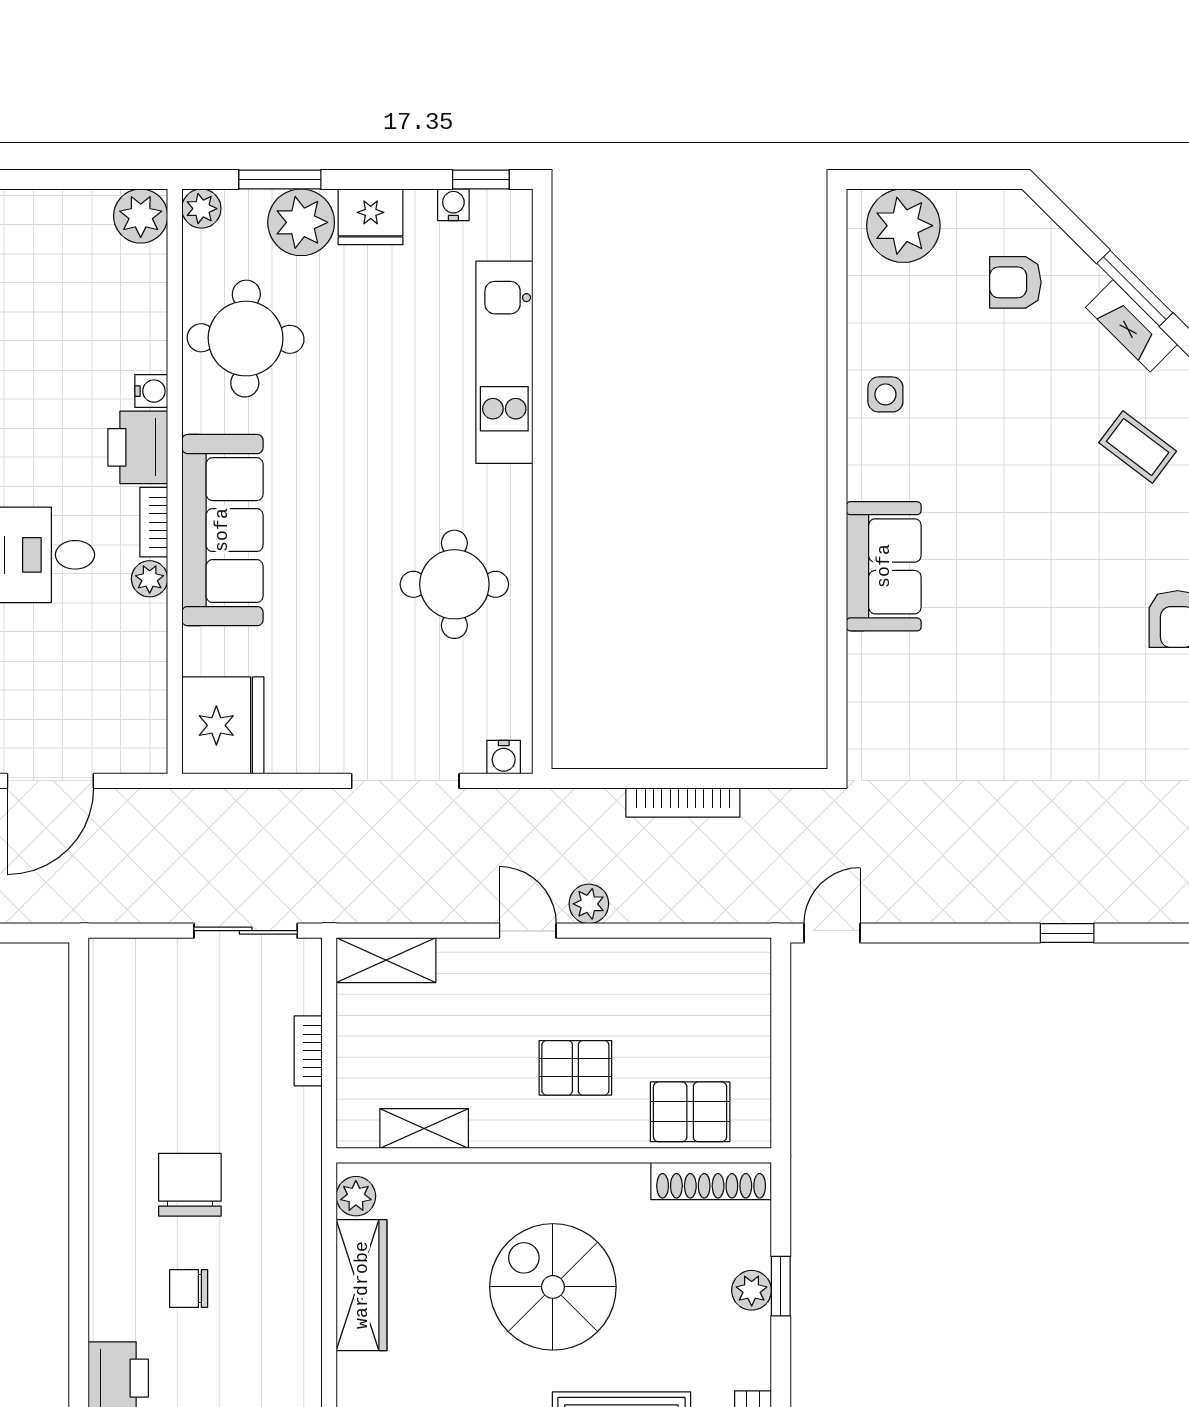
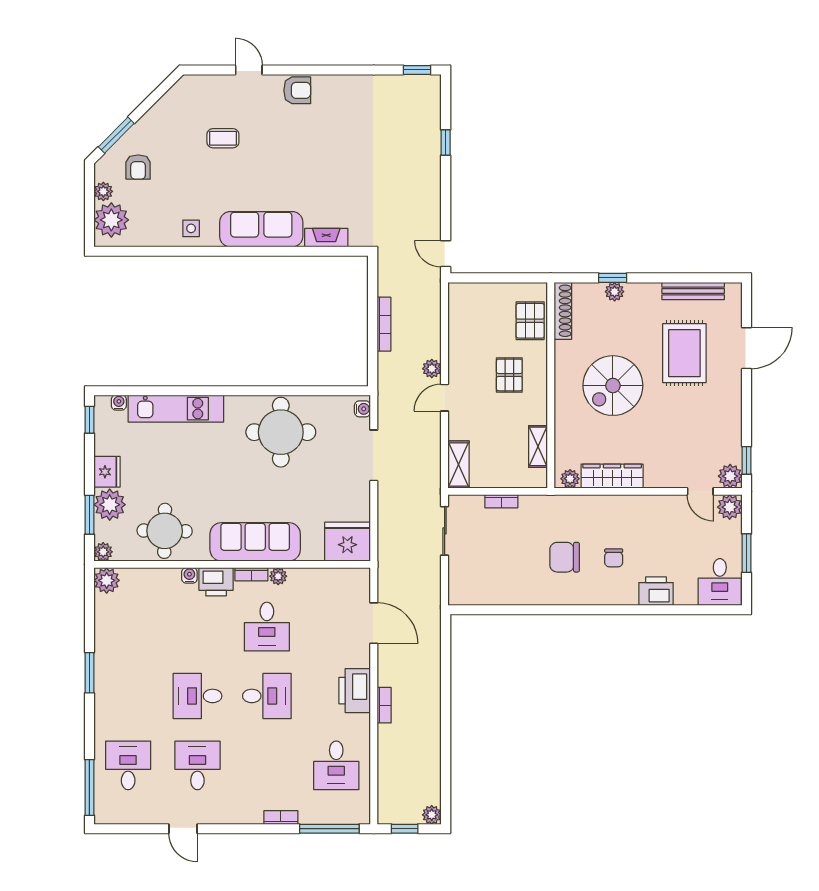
water cooler: (453, 205) -> (119, 403), moved, turned 90
plant: (964, 209) -> (103, 191), added
window: (1135, 288) -> (116, 135), moved
fireplace: (1132, 326) -> (326, 238), moved, turned -135
coffee table: (1138, 447) -> (223, 138), moved, turned 53
sofa: (884, 566) -> (261, 229), width x1.36
round table: (454, 584) -> (281, 432), width x1.36, depth x1.36

